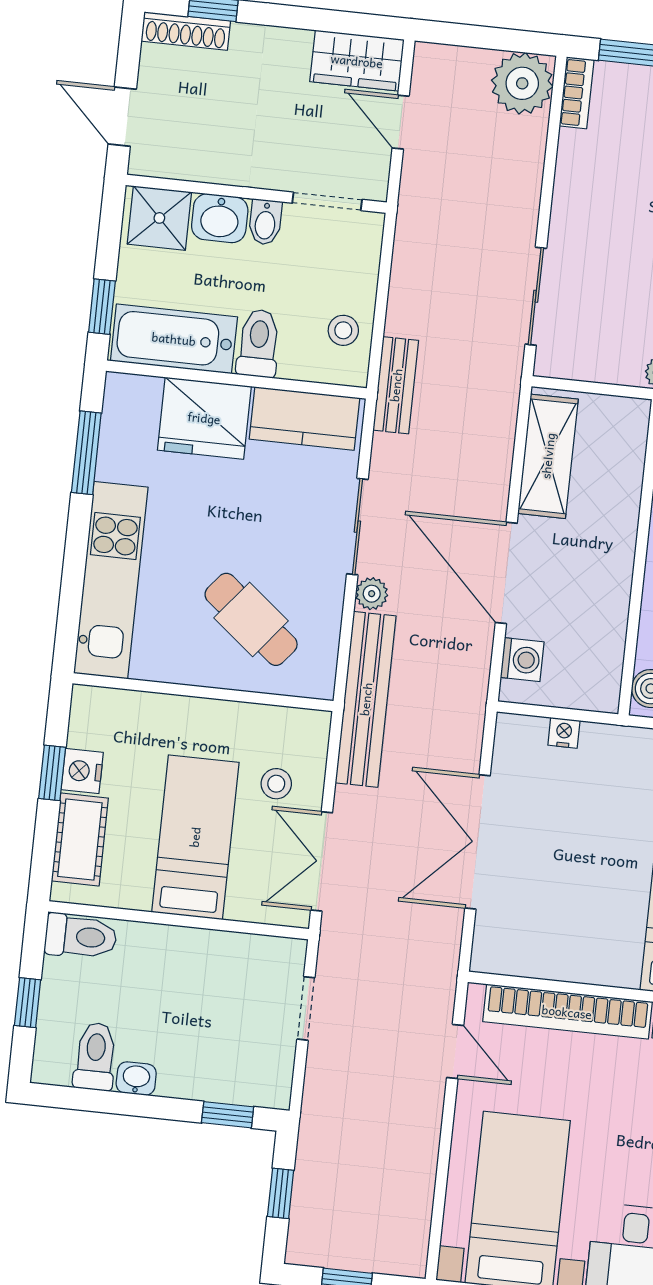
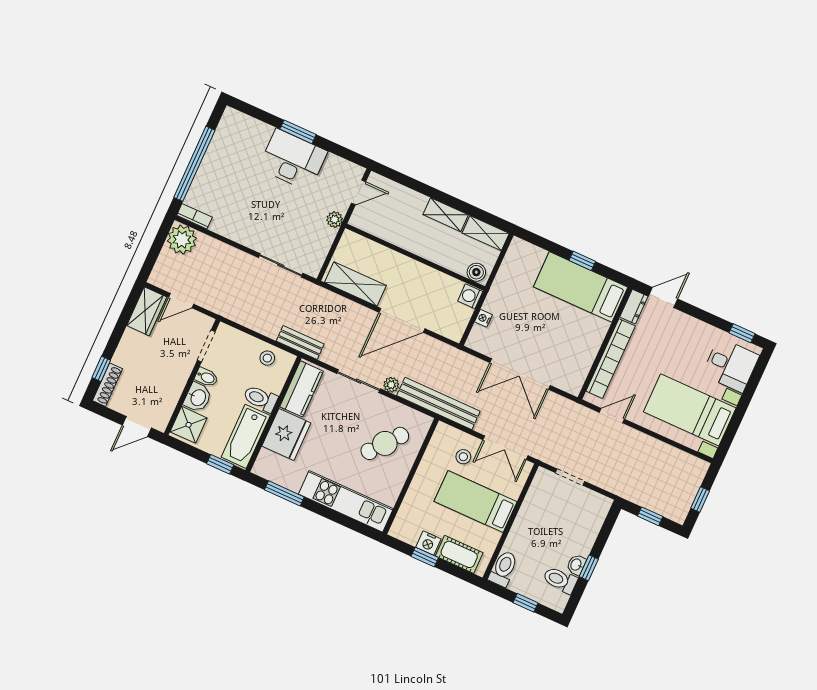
washing machine: (522, 660) -> (470, 296), moved, turned -90
window: (228, 1115) -> (589, 568), moved

